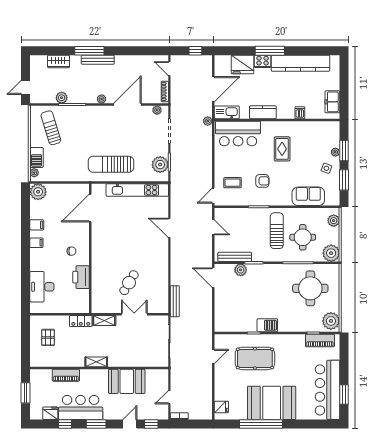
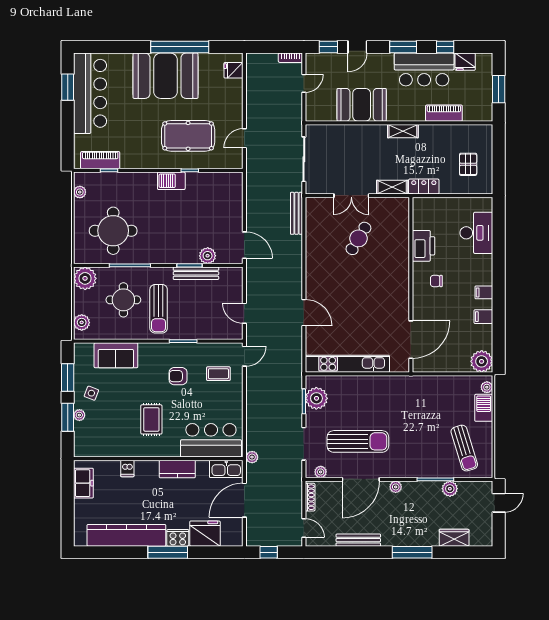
bench: (98, 60) -> (358, 540), moved
sun lounger: (111, 164) -> (358, 441), moved
bench: (235, 257) -> (196, 273), moved
plant: (331, 321) -> (80, 192), width x0.53, depth x0.53

